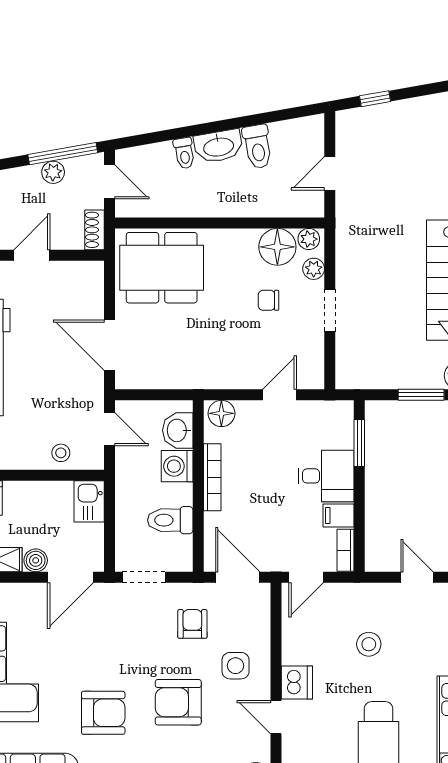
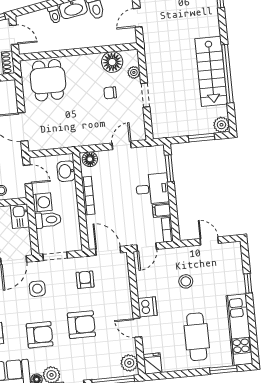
plant: (309, 239) -> (129, 56), removed
dining table: (162, 268) -> (48, 80), width x0.73
washing machine: (177, 466) -> (42, 202), moved, turned 180
toilet: (170, 520) -> (48, 220), moved, turned 180
side table: (236, 666) -> (37, 289), moved
armchair: (178, 702) -> (81, 325), turned 180

